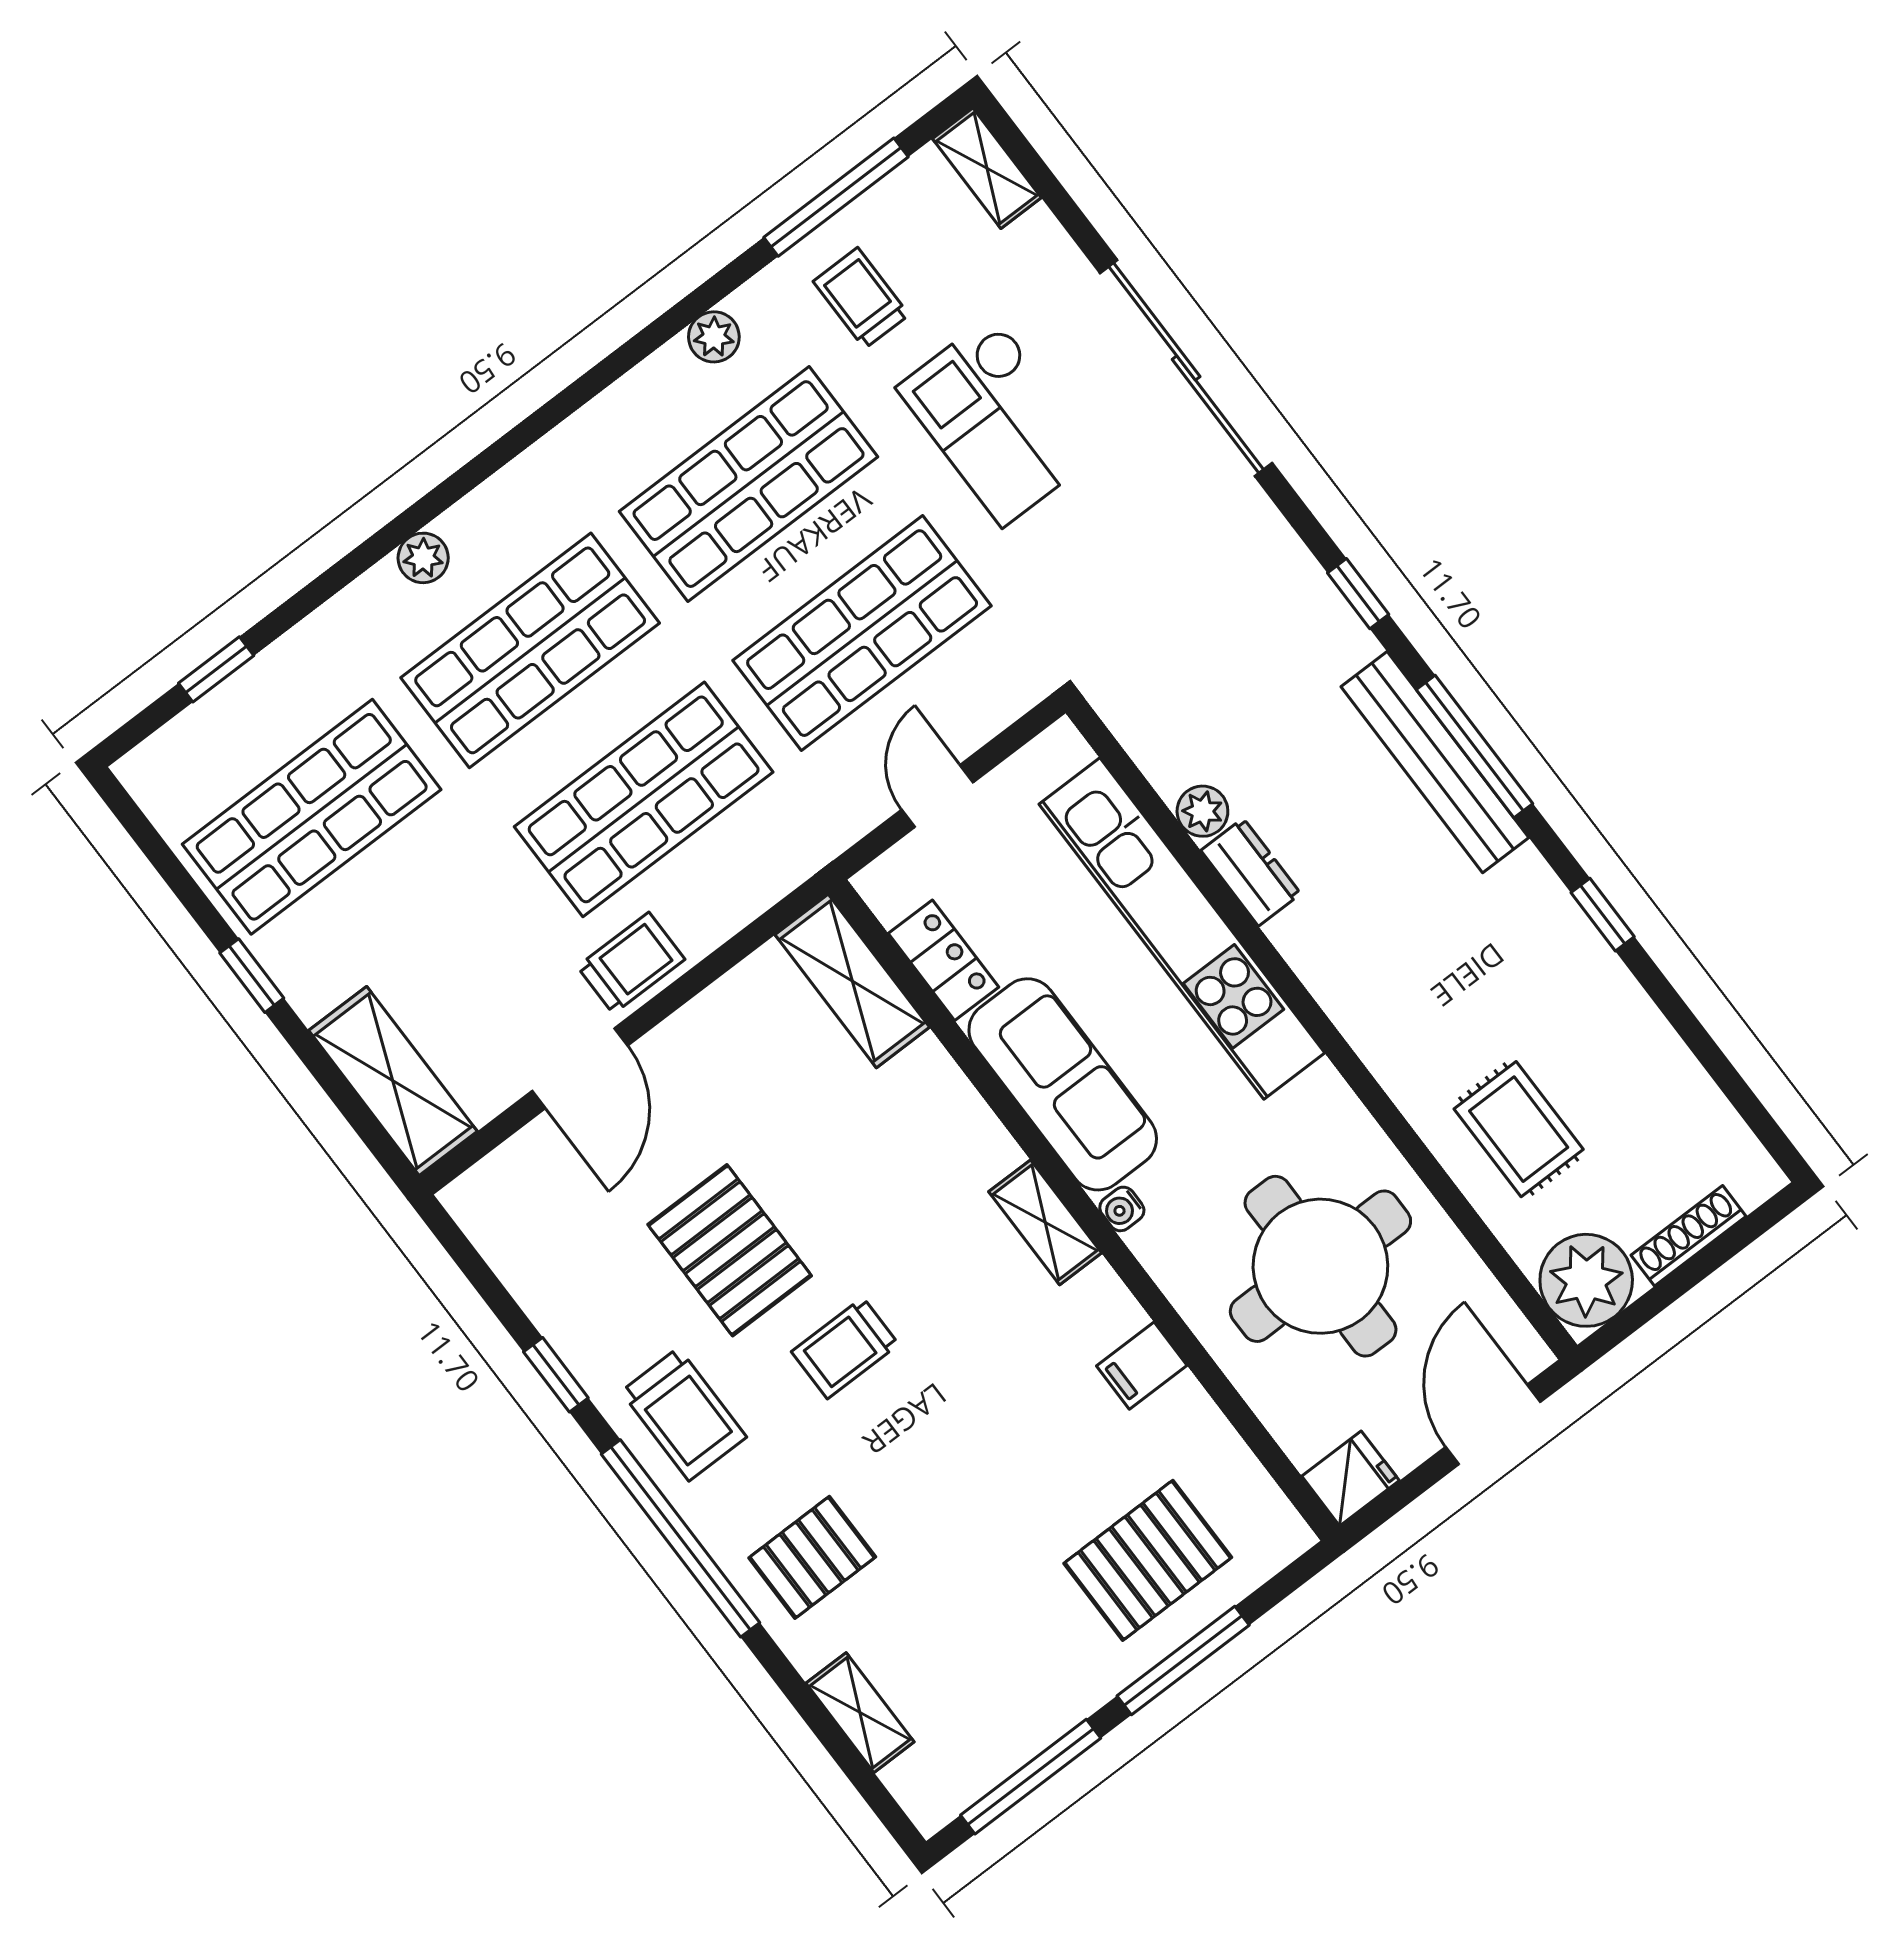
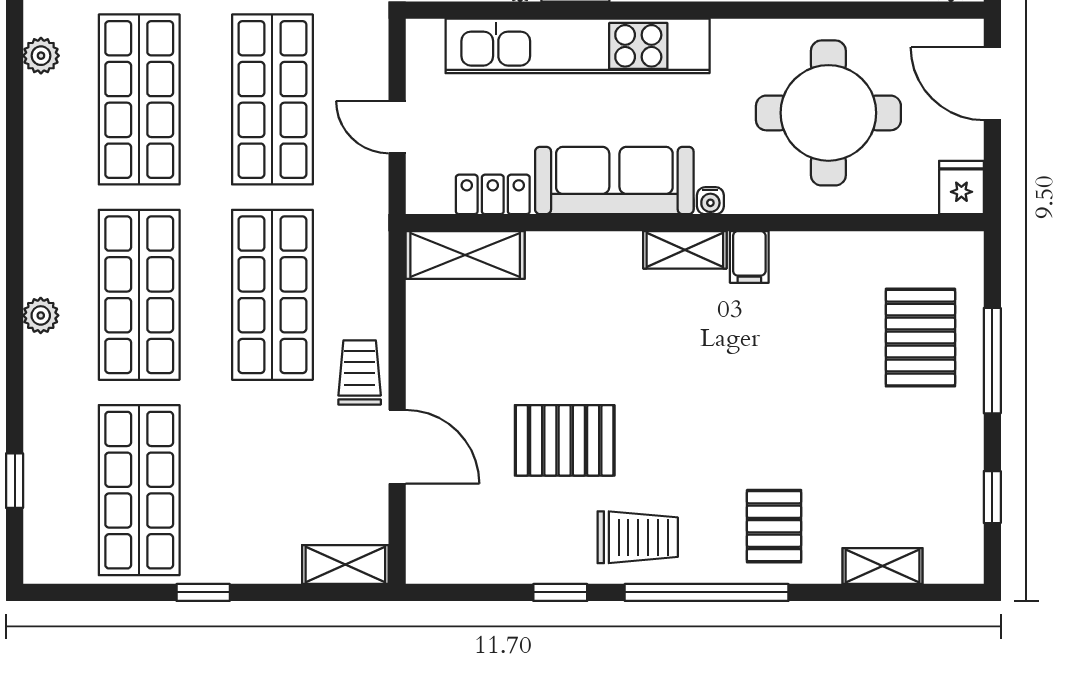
shelving: (393, 1081) -> (345, 565), width x0.67, depth x0.75
trolley: (845, 1348) -> (670, 417), removed
filing cabinet: (1142, 1366) -> (749, 257), moved
window: (1031, 1777) -> (992, 497), width x0.46

